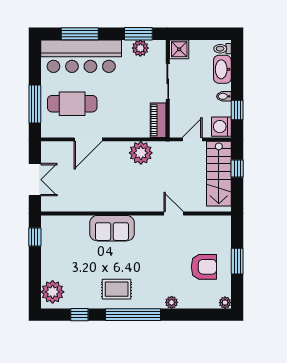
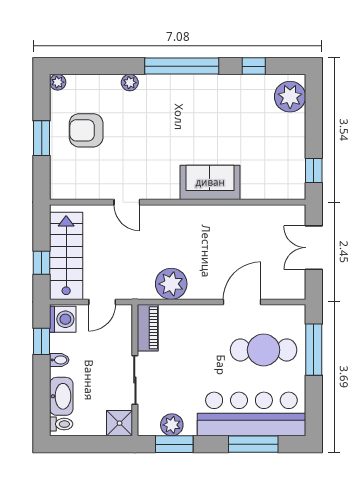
rug: (117, 289) -> (204, 100), removed

